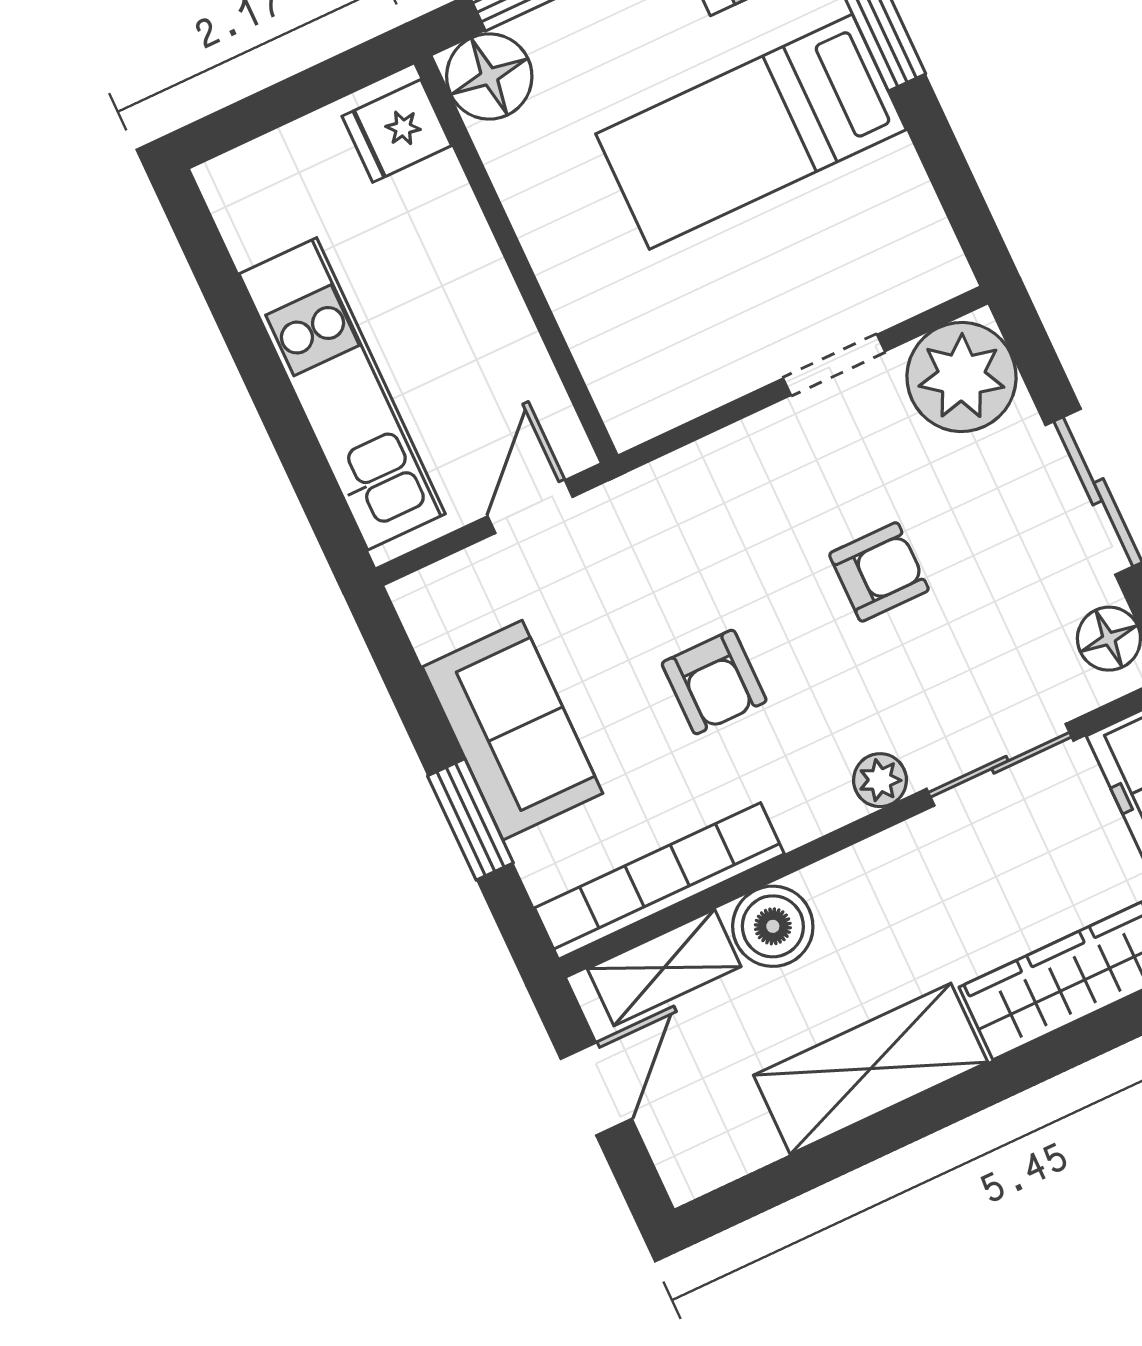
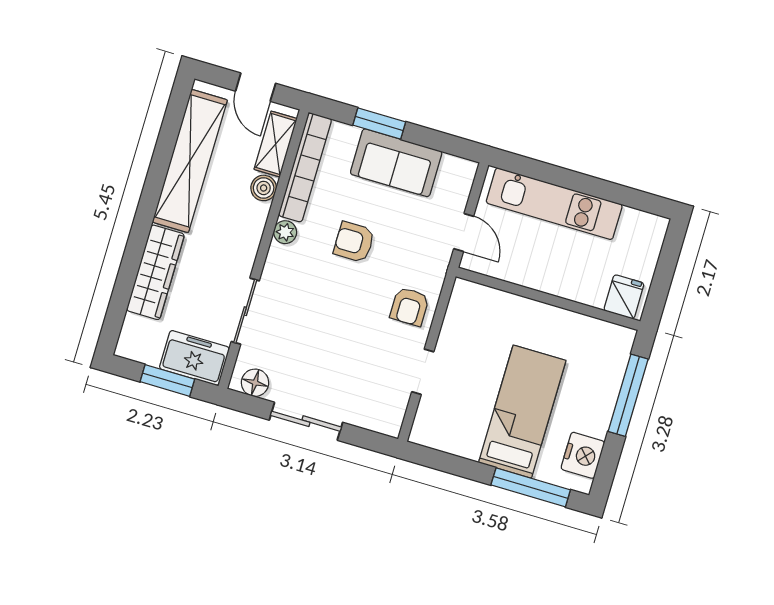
floor lamp: (489, 76) -> (615, 342), removed
plant: (962, 377) -> (382, 410), removed
armchair: (879, 572) -> (410, 307), moved
plant: (880, 780) -> (285, 232), moved
boiler: (773, 926) -> (264, 188), width x0.73, depth x0.73
shelving: (871, 1069) -> (190, 161), width x1.47

